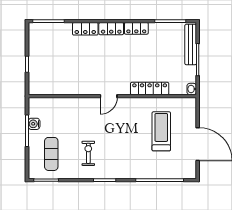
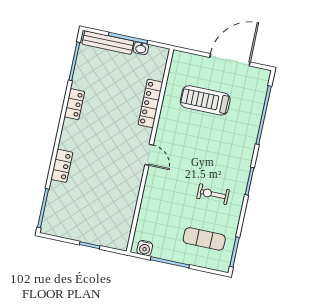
locker: (111, 29) -> (68, 134), removed
washbasin: (192, 89) -> (141, 48), moved
water cooler: (34, 124) -> (145, 248), moved

